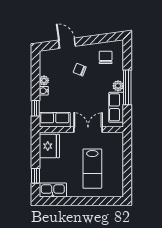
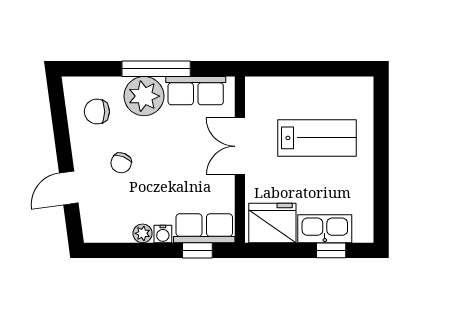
plant: (118, 86) -> (144, 96), width x1.88, depth x1.88
row of seats: (55, 120) -> (204, 228), moved, turned 90
kitchen sink: (53, 190) -> (325, 229), moved, turned 90

